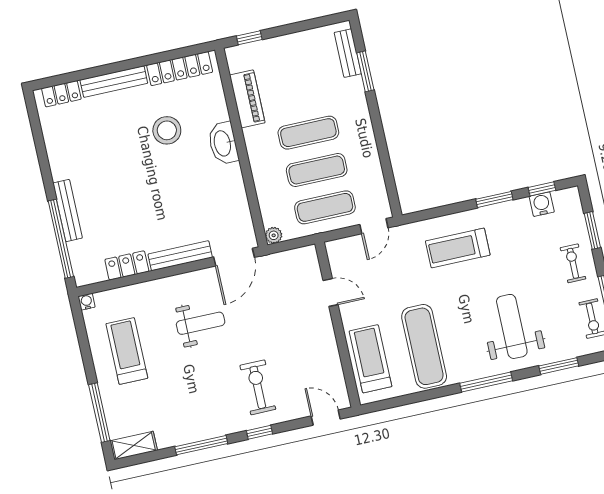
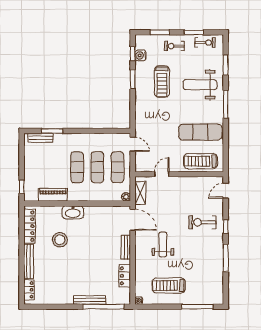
treadmill: (458, 248) -> (162, 82), moved
bench: (180, 256) -> (126, 247), width x0.73
shelving: (134, 446) -> (140, 193), moved

